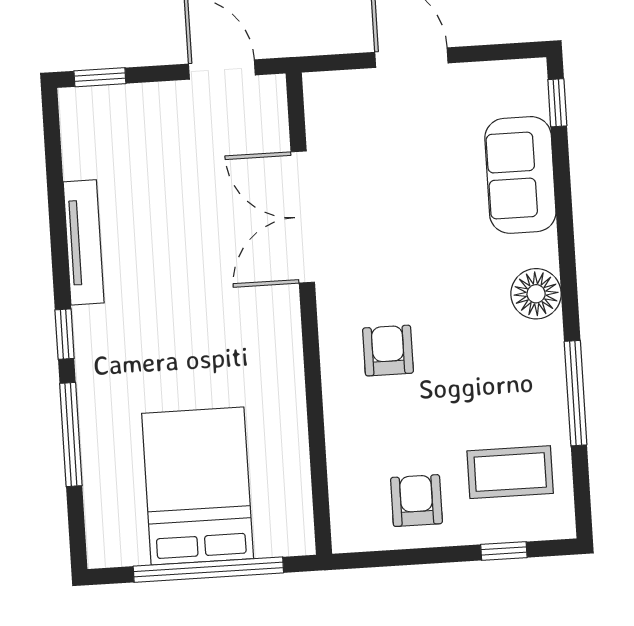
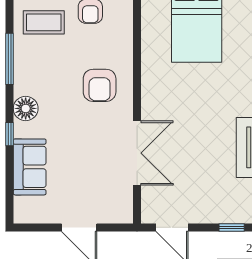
window: (557, 103) -> (9, 134), moved
armchair: (388, 351) -> (100, 85), width x1.38, depth x1.38

